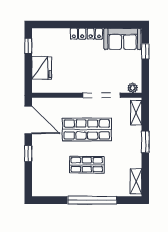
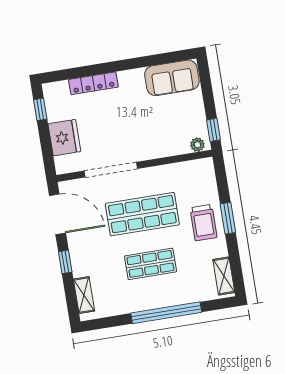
locker: (86, 34) -> (93, 83), moved
window: (145, 51) -> (213, 130), moved
doorway: (101, 95) -> (111, 170), moved
shelving: (136, 113) -> (84, 295), moved
trolley: (128, 142) -> (203, 223), added

